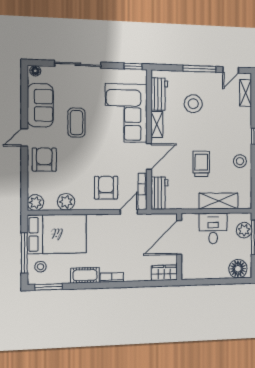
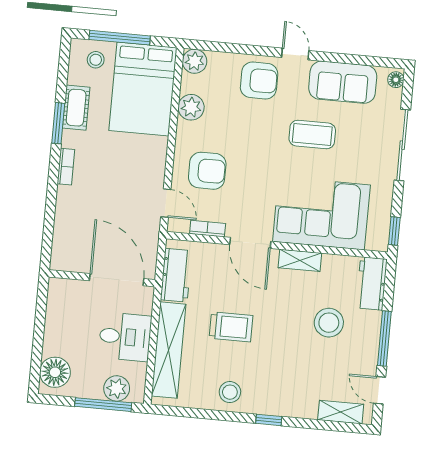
workbench: (159, 94) -> (372, 283), moved, turned 90
workbench: (159, 193) -> (176, 275), moved, turned -90
shelving: (219, 201) -> (169, 350), width x1.47
wardrobe: (164, 273) -> (63, 250), removed
cot: (85, 275) -> (76, 108), moved
window: (49, 287) -> (58, 123), moved

